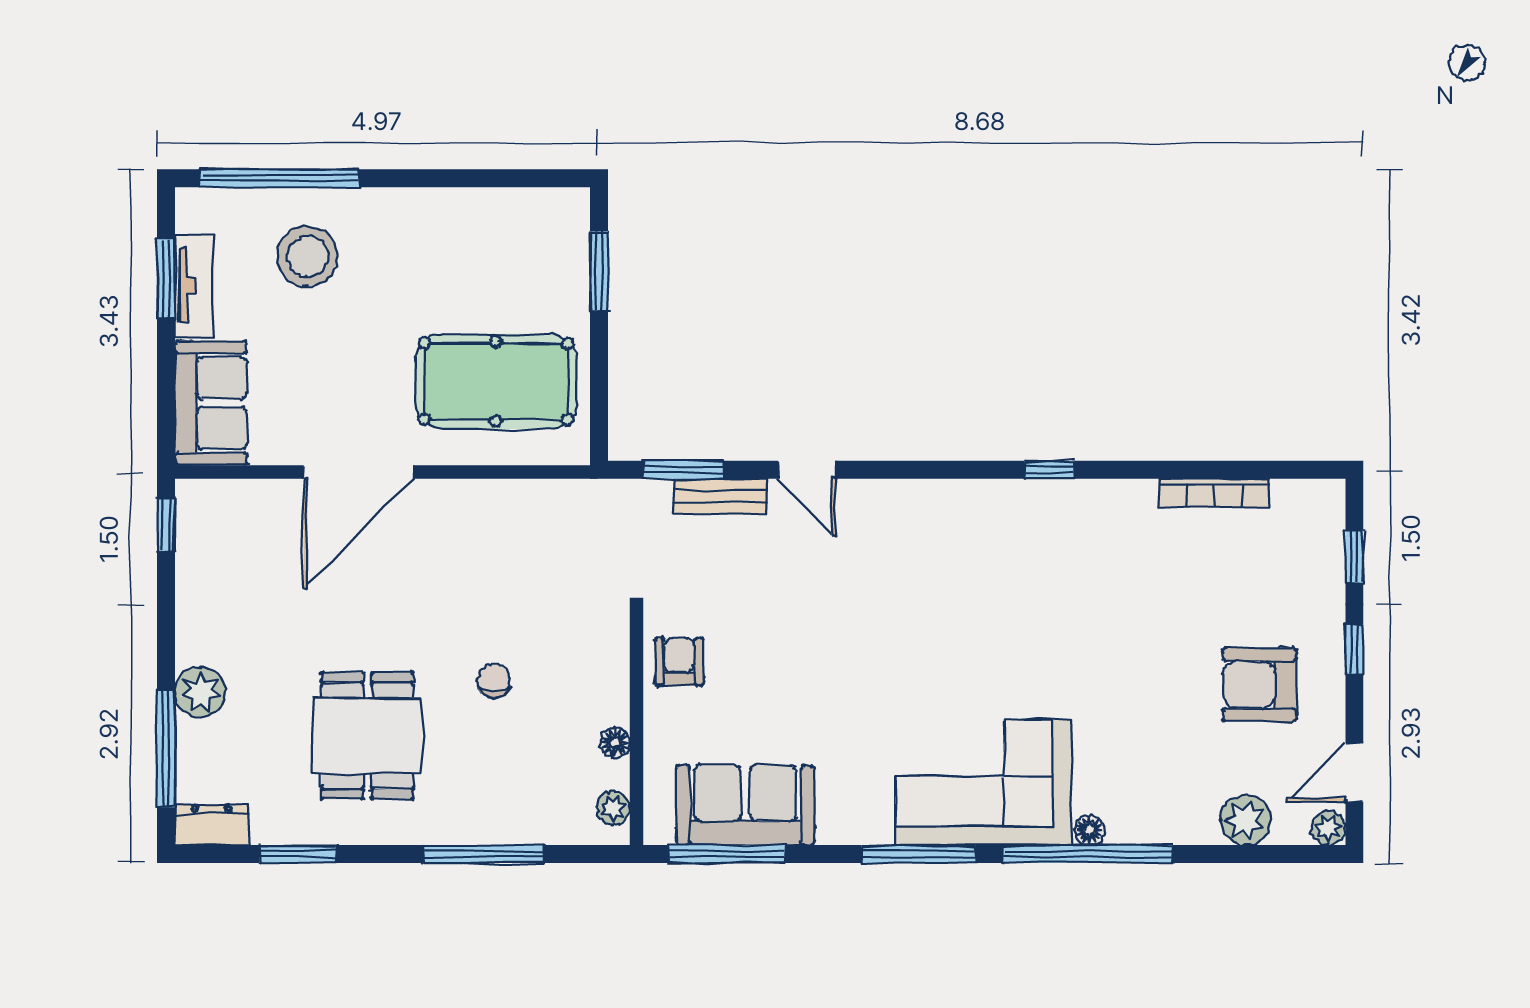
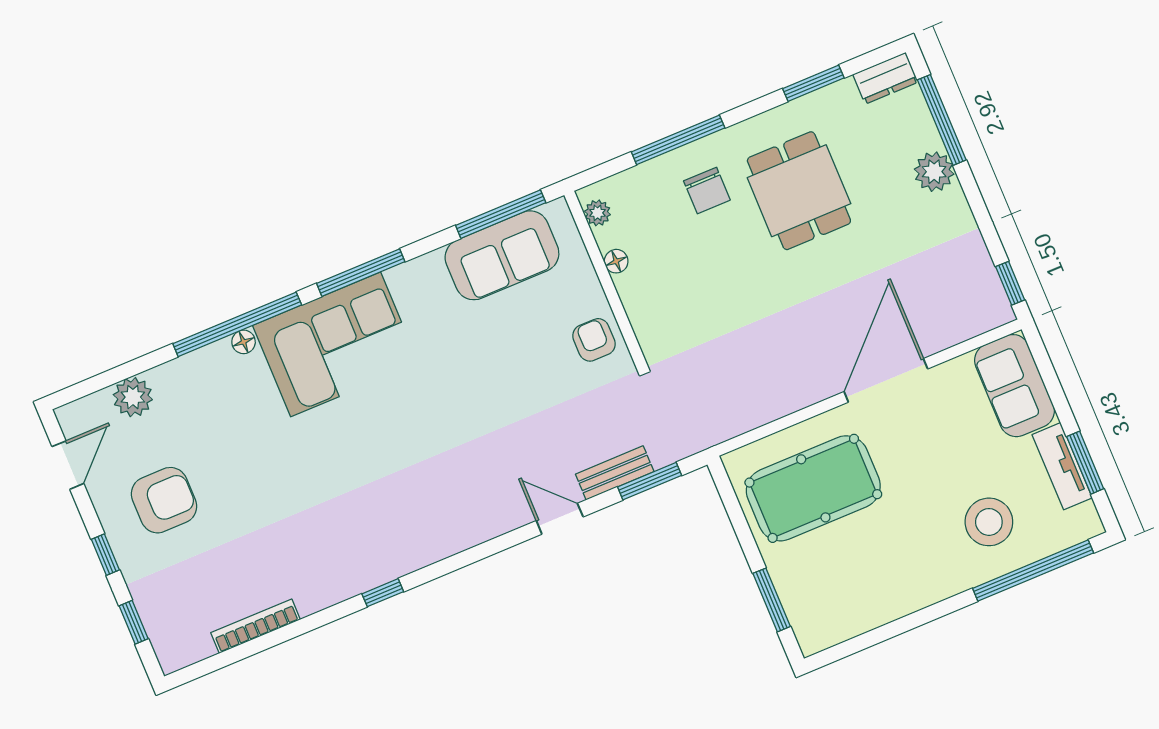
armchair: (679, 662) -> (594, 340), turned 180
chair: (494, 680) -> (707, 190), moved, width x1.37, depth x1.37
plant: (1328, 828) -> (70, 417), removed

